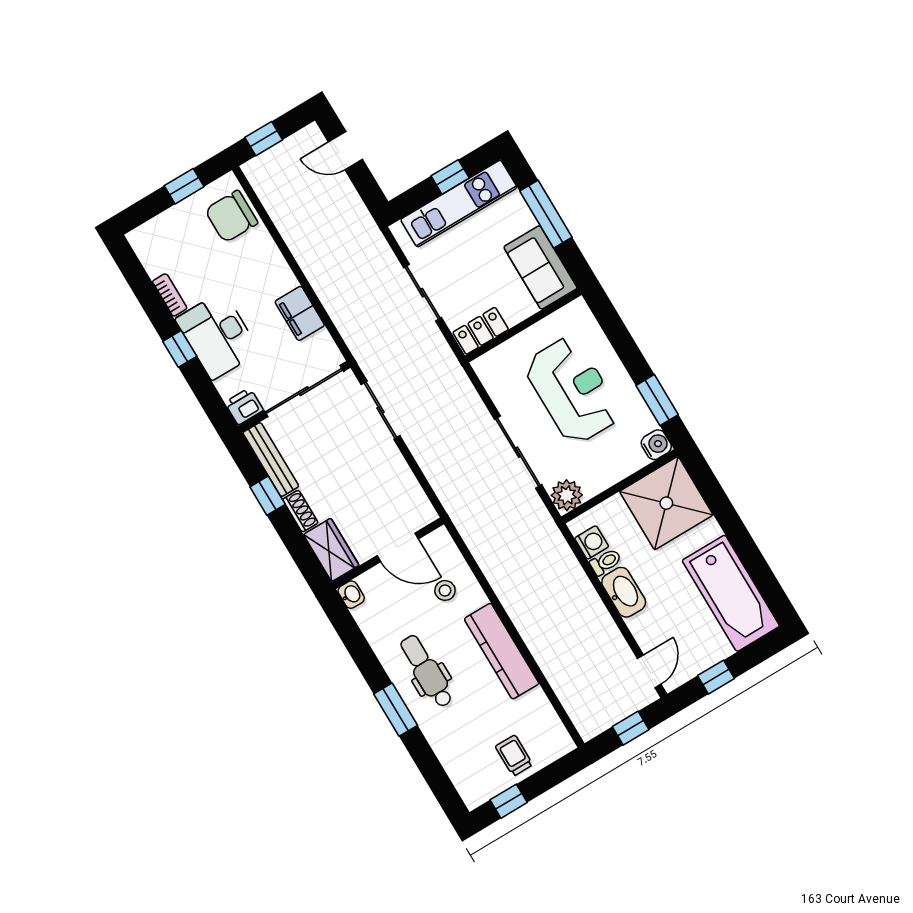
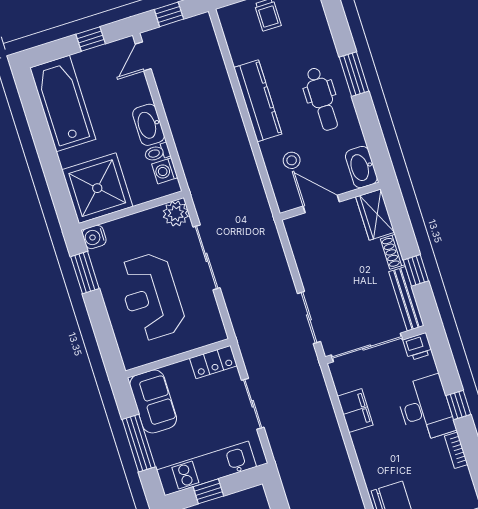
washbasin: (351, 595) -> (361, 167), width x1.91, depth x1.45

